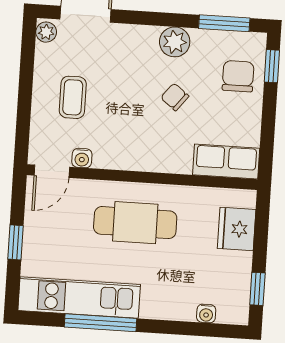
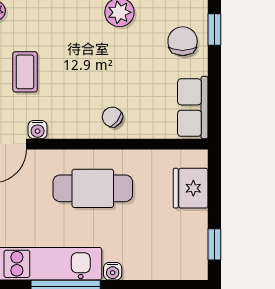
chair: (175, 97) -> (112, 117), moved
row of seats: (226, 161) -> (193, 108), moved, turned -90
water cooler: (206, 313) -> (113, 271), moved

